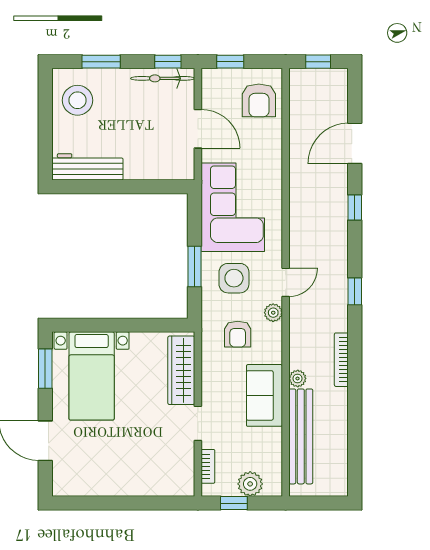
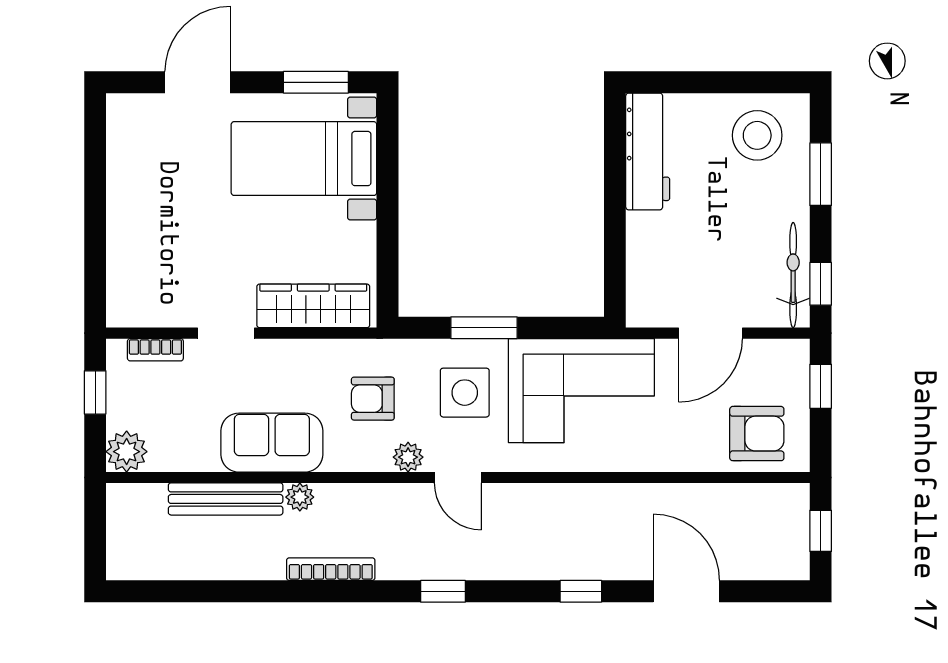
armchair: (259, 100) -> (757, 434), turned 180
bench: (301, 436) -> (226, 499), width x0.73, depth x0.82
plant: (250, 484) -> (127, 452), moved

